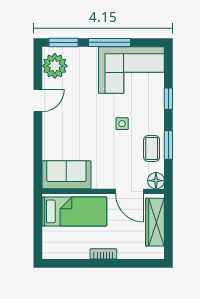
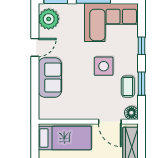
side table: (122, 124) -> (104, 66), width x1.87, depth x1.87
sofa: (66, 175) -> (50, 78), moved, turned 90

